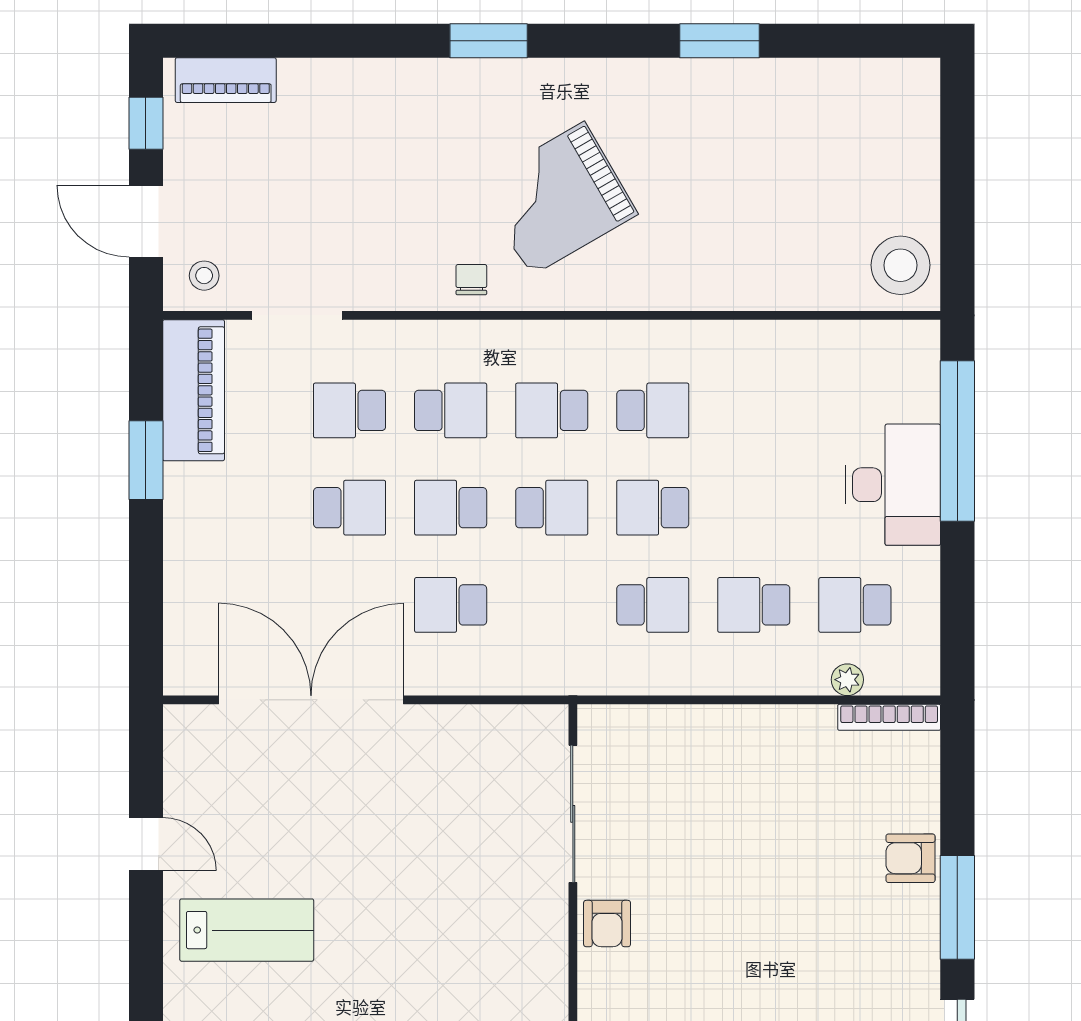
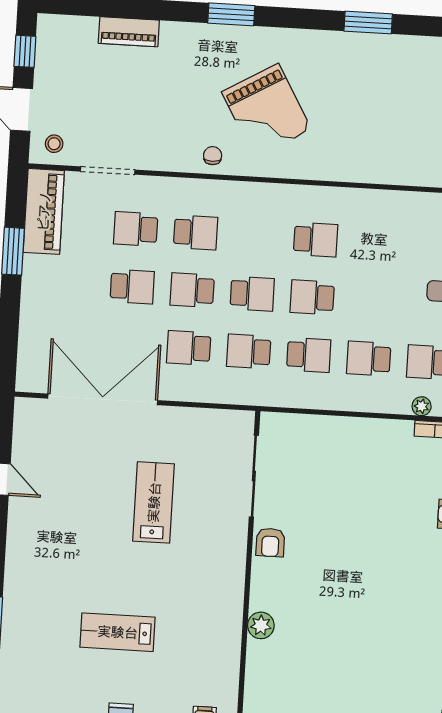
piano: (226, 80) -> (129, 32), moved
grand piano: (557, 199) -> (266, 111), turned -90
school desk: (552, 410) -> (249, 351), moved
lab bench: (247, 930) -> (154, 502), moved, turned -90

